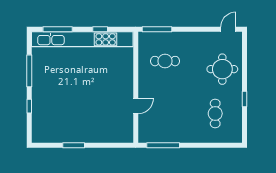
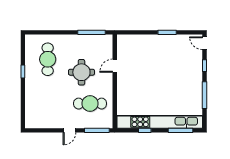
door: (228, 29) -> (69, 130), moved
cafe table: (165, 61) -> (90, 104), width x1.37, depth x1.35
round table: (222, 69) -> (81, 72), moved
cafe table: (215, 113) -> (48, 59), width x1.37, depth x1.35
door: (29, 132) -> (204, 43), added

